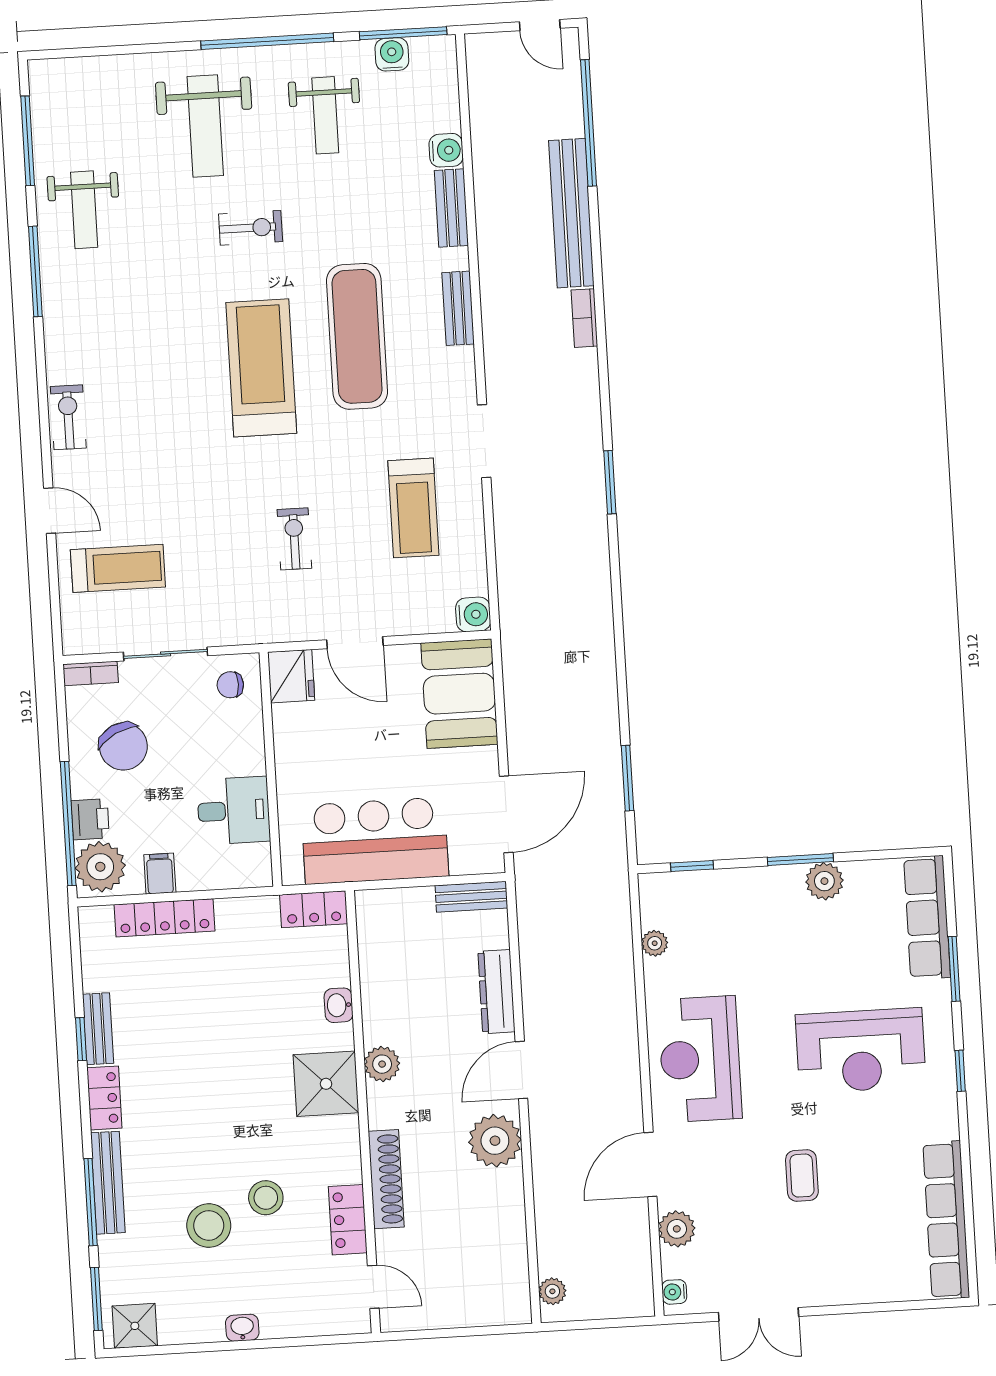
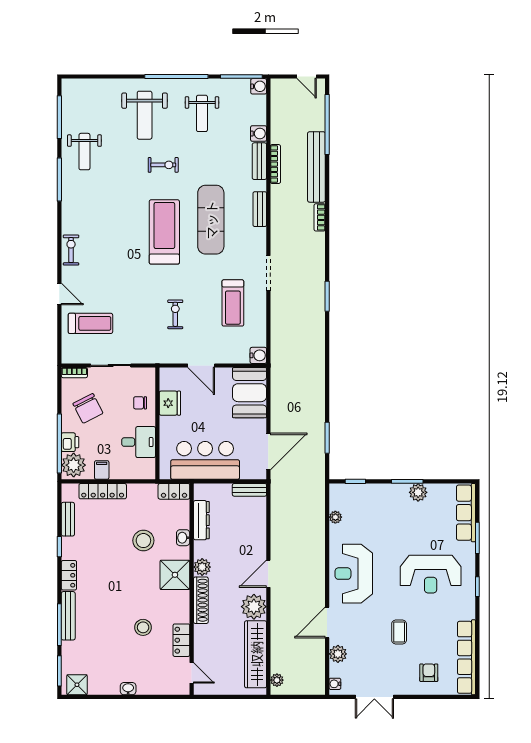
water cooler: (392, 54) -> (259, 86), moved, turned 90
bookcase: (485, 212) -> (275, 164), added
fridge: (291, 676) -> (170, 403), moved
chair: (230, 685) -> (140, 403), moved
dresser: (496, 992) -> (201, 520), moved, turned 180
bench: (98, 1029) -> (68, 519), moved
shoe rack: (386, 1179) -> (201, 600), moved
stool: (209, 1225) -> (143, 541), moved
wardrobe: (505, 1240) -> (256, 654), added
armchair: (869, 1257) -> (429, 673), added

